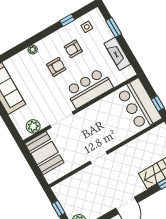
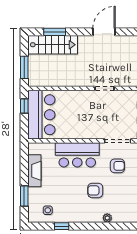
armchair: (73, 49) -> (117, 166), moved

